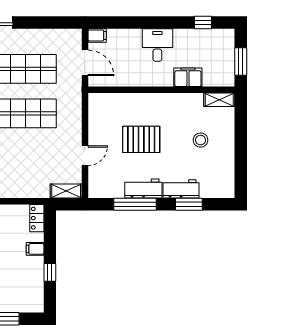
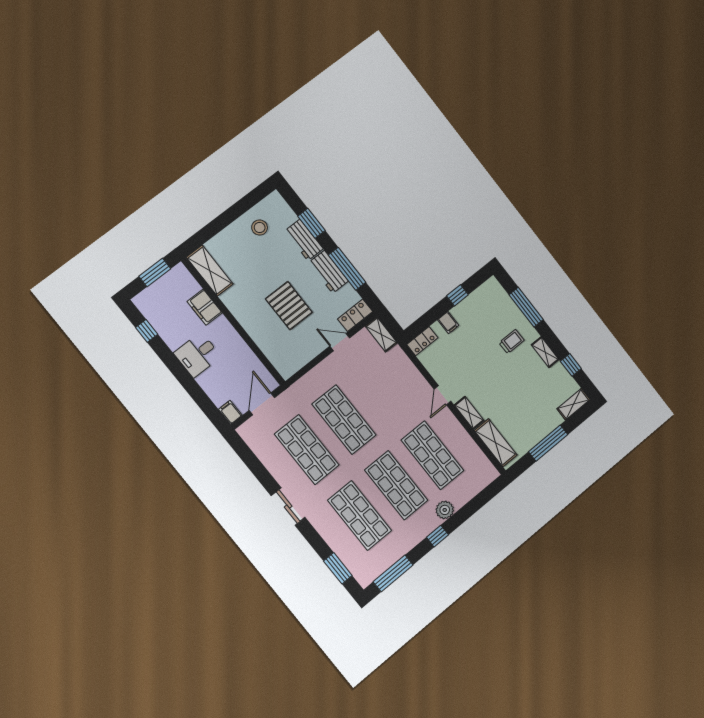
shelving: (219, 100) -> (210, 271), width x1.50, depth x1.33
stool: (201, 140) -> (260, 228), moved
locker: (96, 183) -> (355, 315), added

